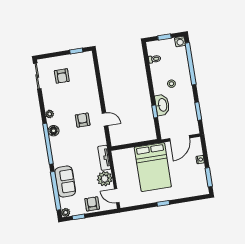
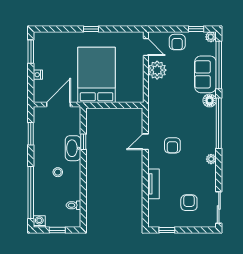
door: (105, 119) -> (145, 142), hinge flipped
floor lamp: (54, 131) -> (210, 101), moved
tv unit: (104, 158) -> (154, 184), moved

